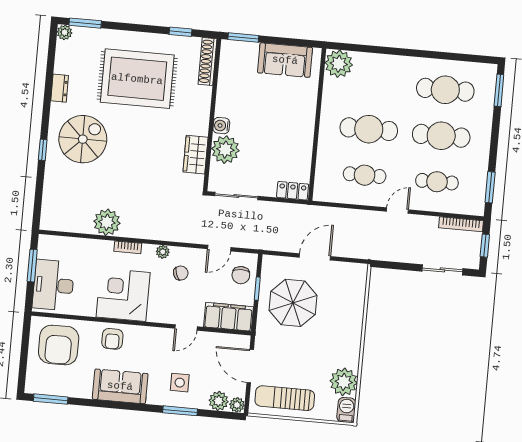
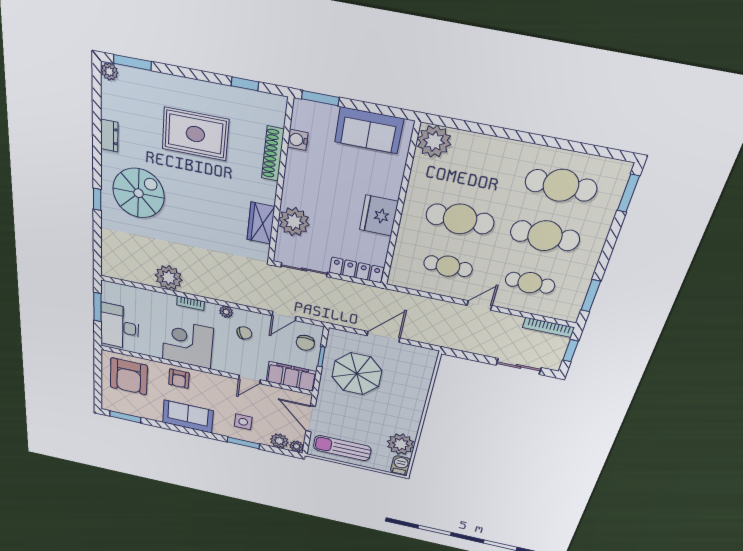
shoe rack: (208, 61) -> (273, 154), moved
rug: (137, 79) -> (195, 134), width x0.73, depth x0.69
water cooler: (221, 126) -> (298, 140), moved
fridge: (300, 134) -> (379, 216), added
locker: (293, 191) -> (356, 270), width x1.53

